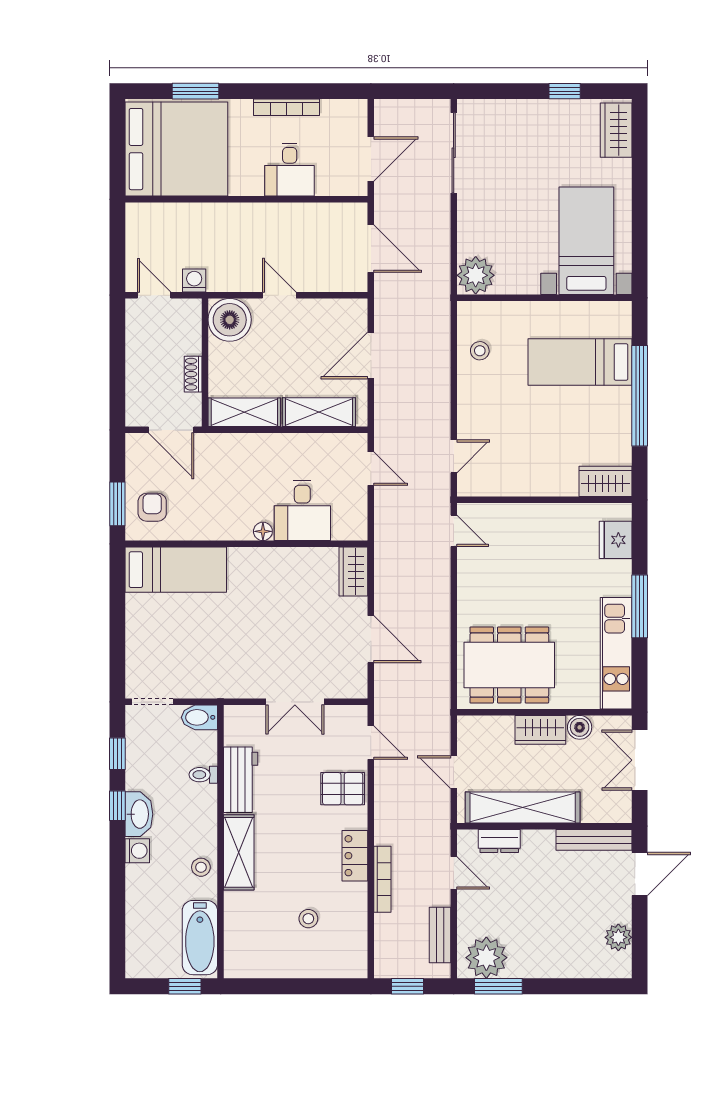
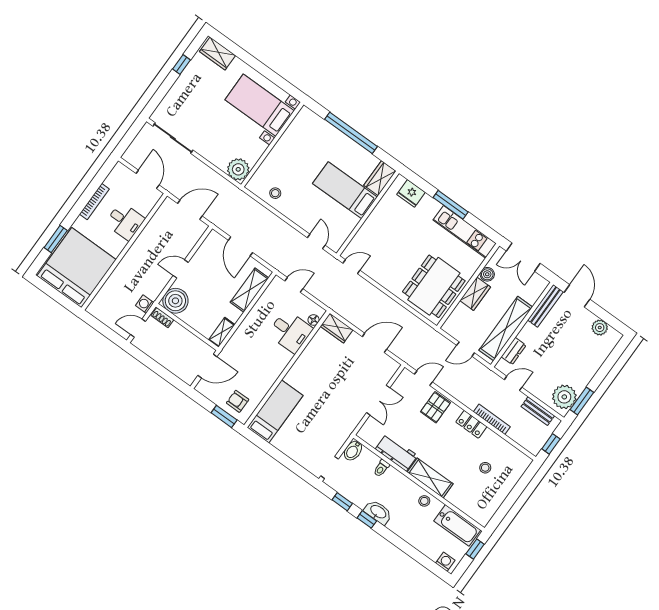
bed: (580, 362) -> (345, 190), moved, turned 90
shoe rack: (193, 374) -> (162, 318), moved
shelving: (244, 412) -> (222, 332), width x0.67, depth x0.75
floor lamp: (263, 531) -> (314, 320), moved
washing machine: (137, 851) -> (445, 562), moved

